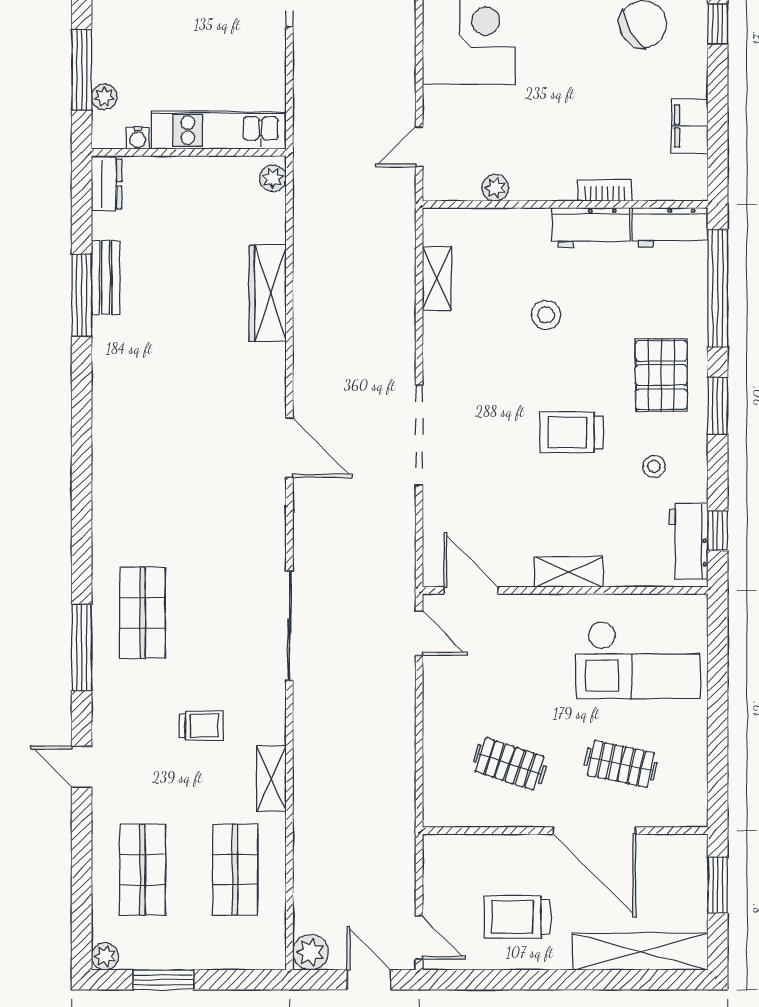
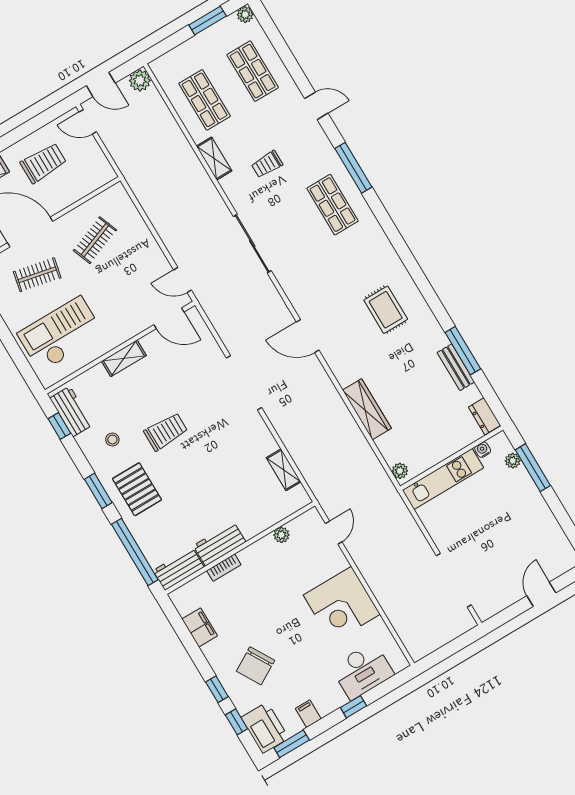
stool: (546, 315) -> (215, 485), removed
rug: (156, 419) -> (386, 310), added
clothes rail: (510, 764) -> (95, 240), turned -39

